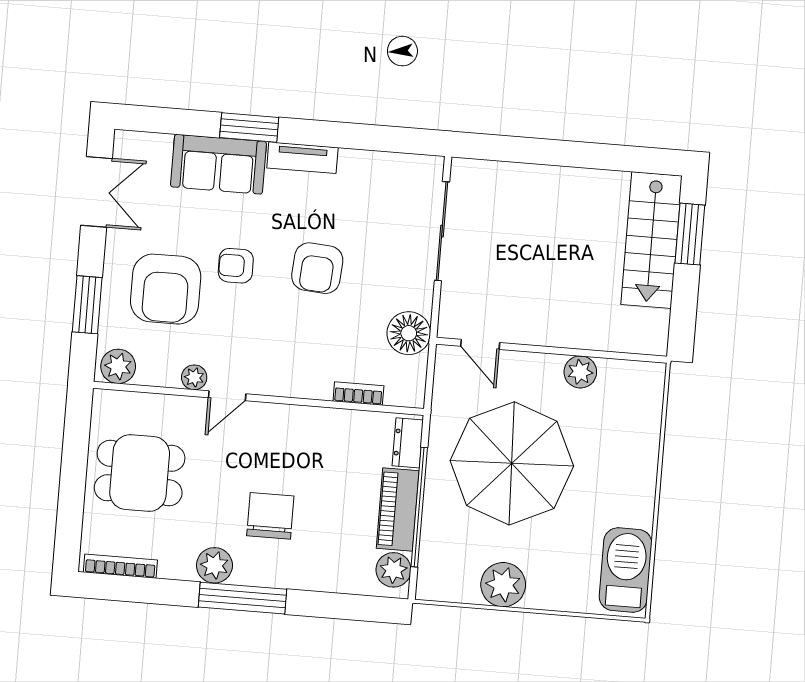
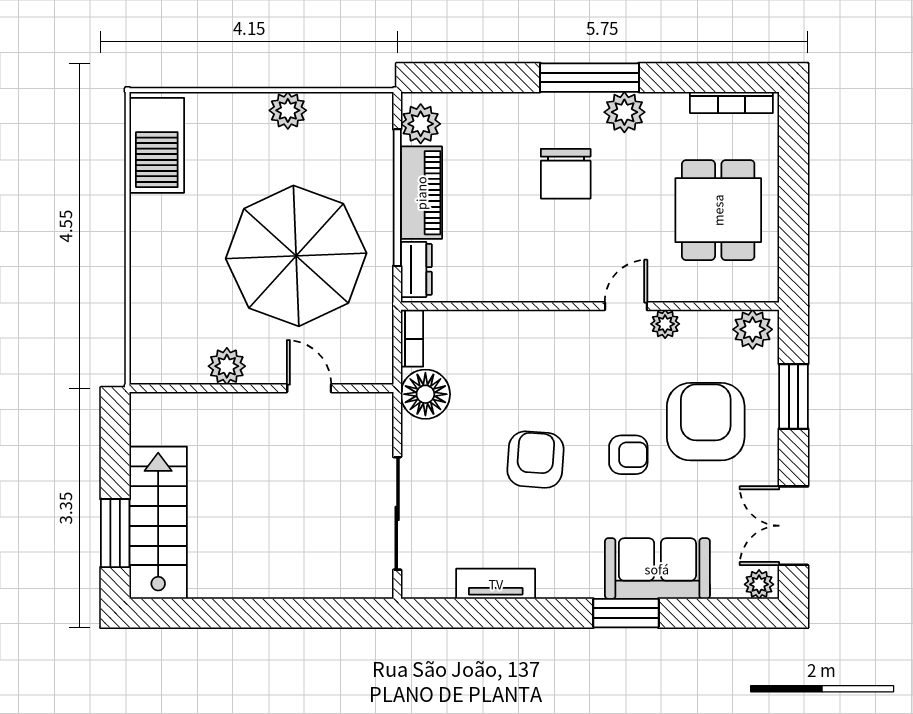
plant: (131, 143) -> (759, 584), added
tv unit: (302, 158) -> (496, 584), moved
door: (480, 344) -> (309, 388), moved
bookcase: (358, 394) -> (412, 339), moved, turned -90
dining table: (140, 473) -> (718, 210), turned 90
plant: (503, 585) -> (288, 110), width x0.73, depth x0.73

